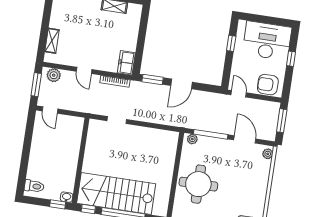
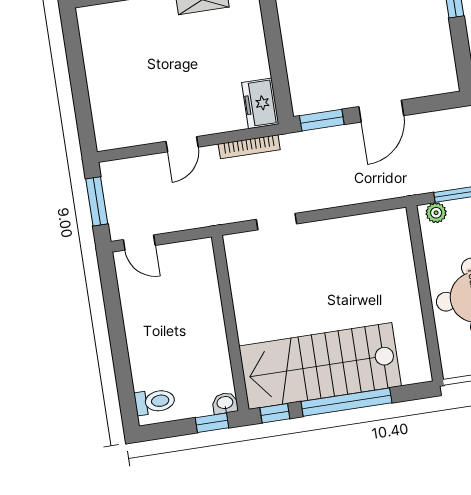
shelving: (52, 41) -> (101, 106), removed
door: (84, 70) -> (182, 144), hinge flipped
plant: (54, 75) -> (125, 172), removed

